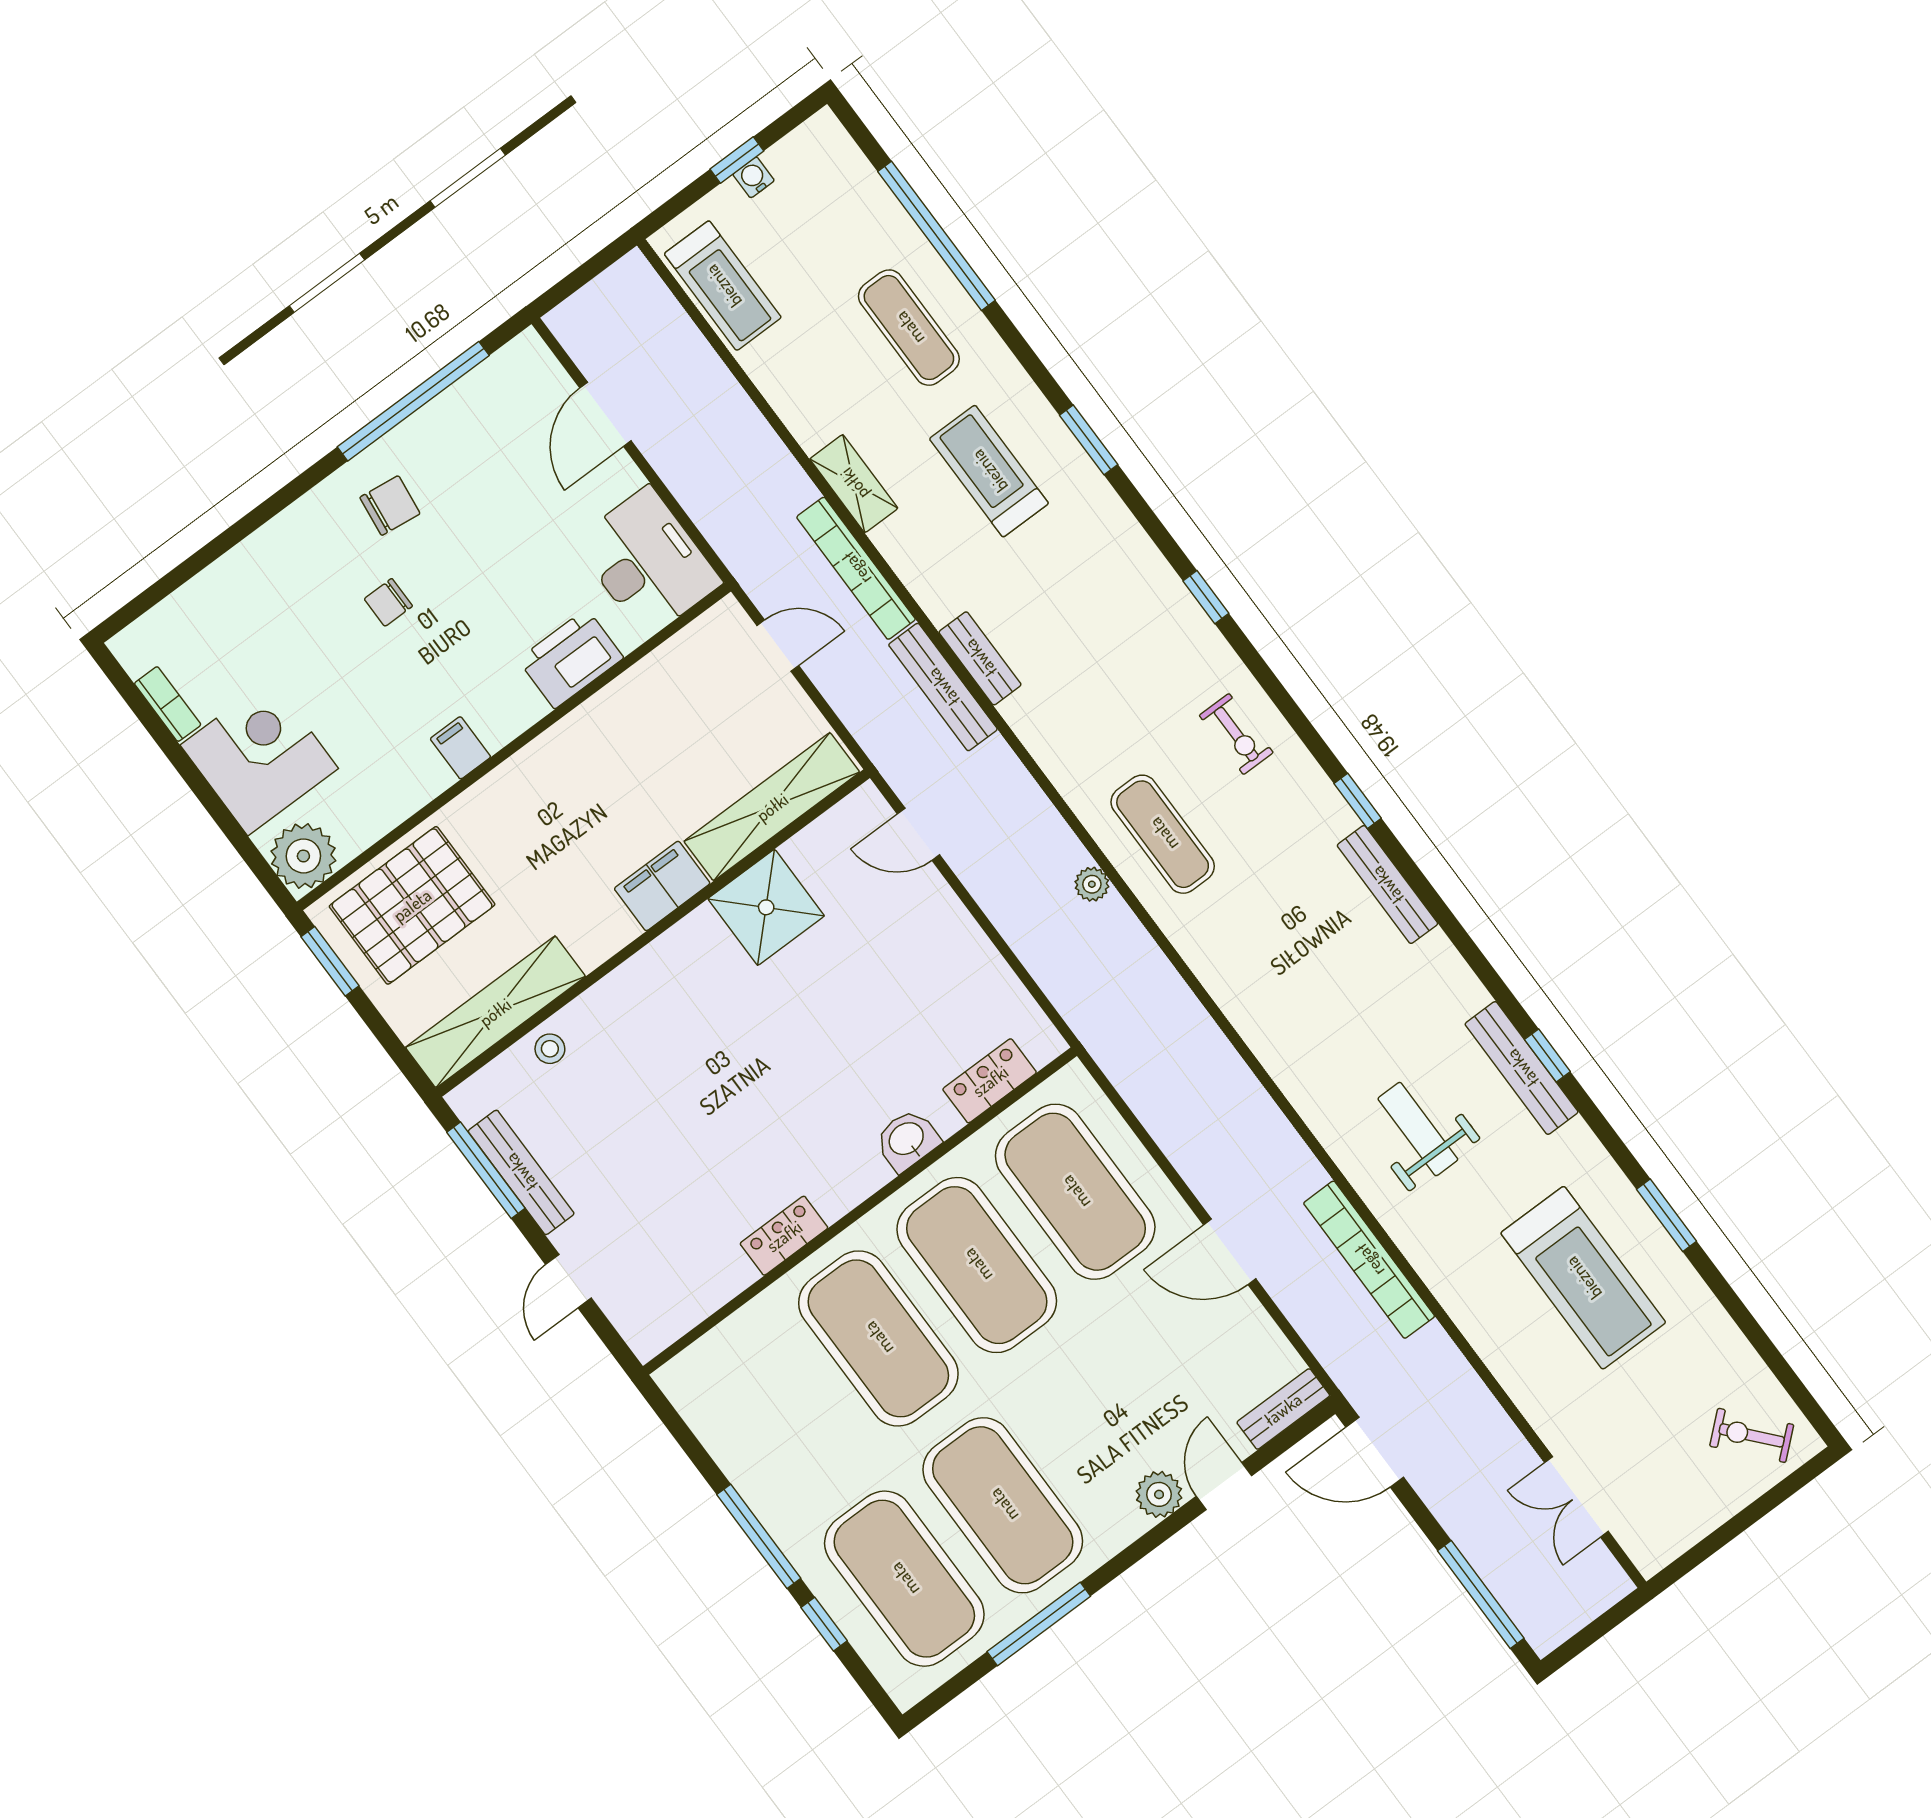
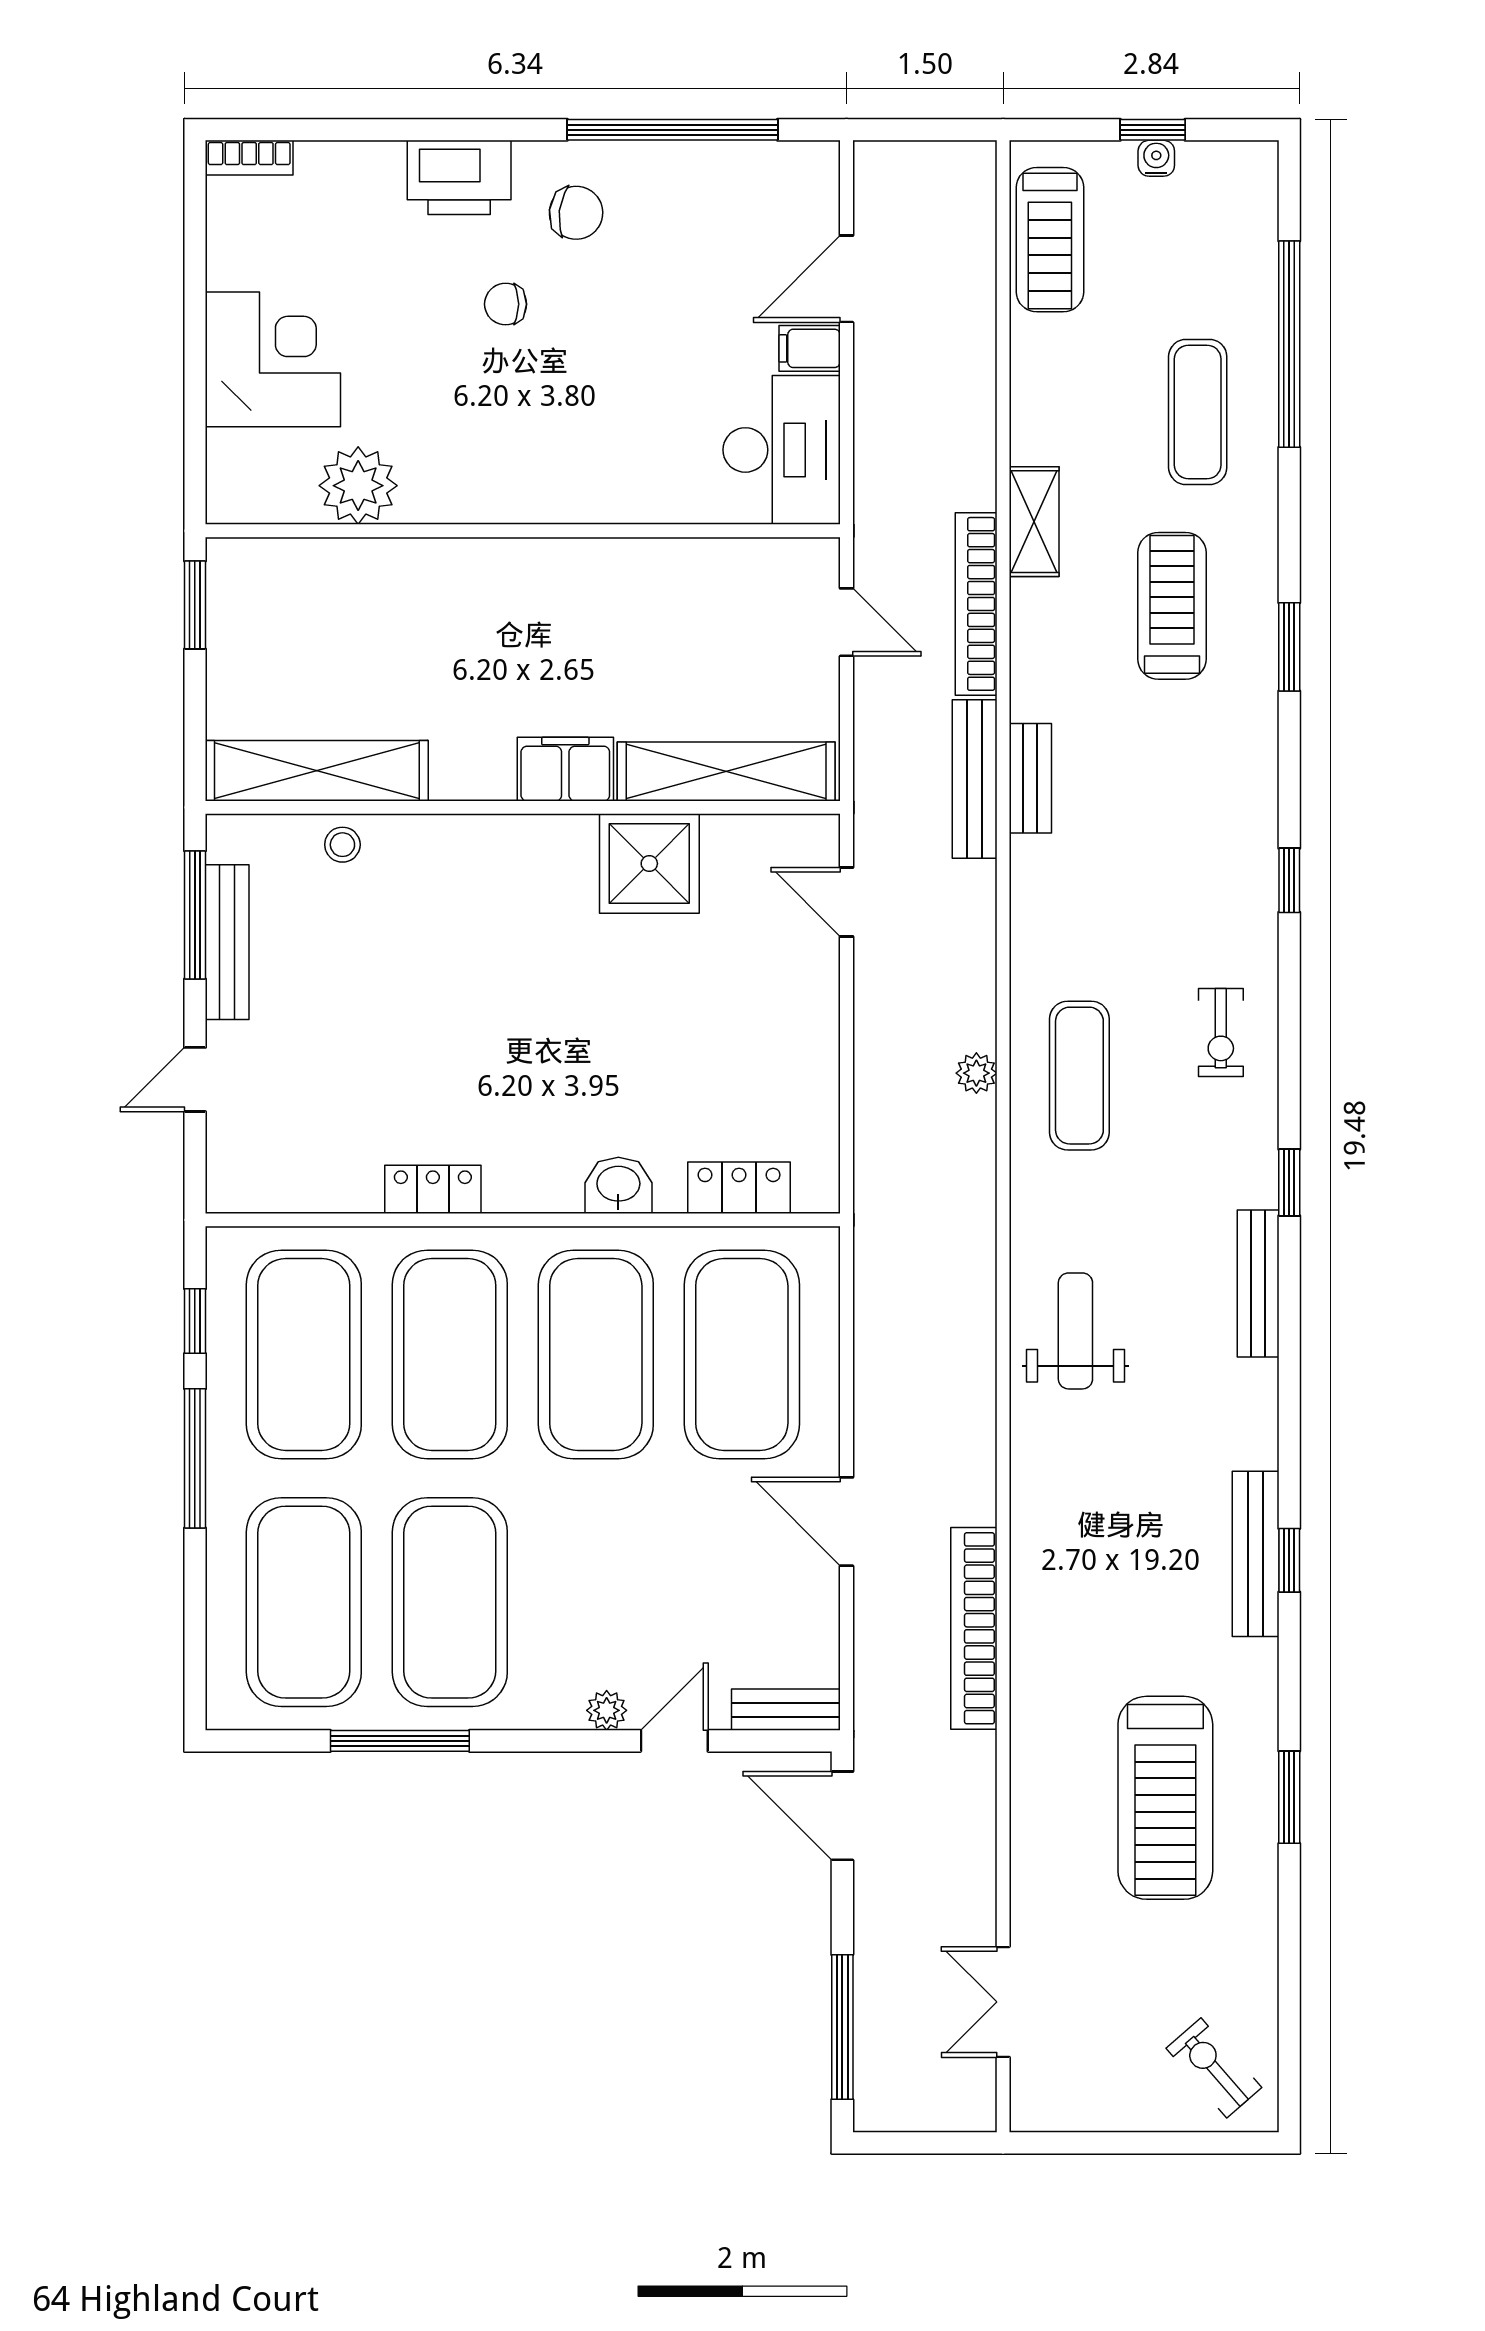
printer: (571, 659) -> (459, 177), moved, turned 180
bookcase: (168, 704) -> (249, 158), moved, turned 90
filing cabinet: (460, 748) -> (810, 348), moved, turned -90
plant: (303, 856) -> (358, 486), moved
pallet: (412, 905) -> (313, 610), removed
weight bench: (1418, 1129) -> (1075, 1331), moved
exercise mat: (780, 1412) -> (304, 1355), added
plant: (1159, 1494) -> (607, 1710), width x0.73, depth x0.73
window: (824, 1624) -> (195, 1321), moved

